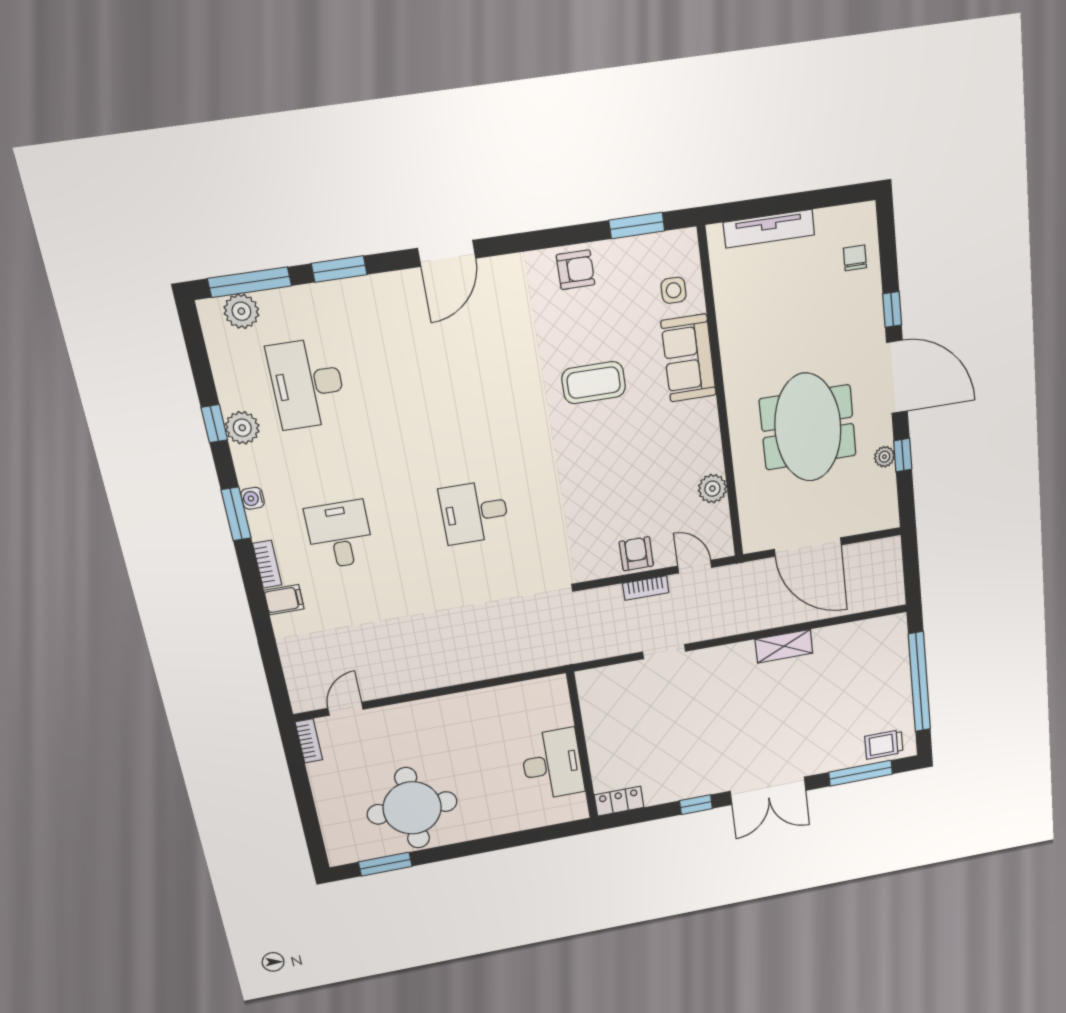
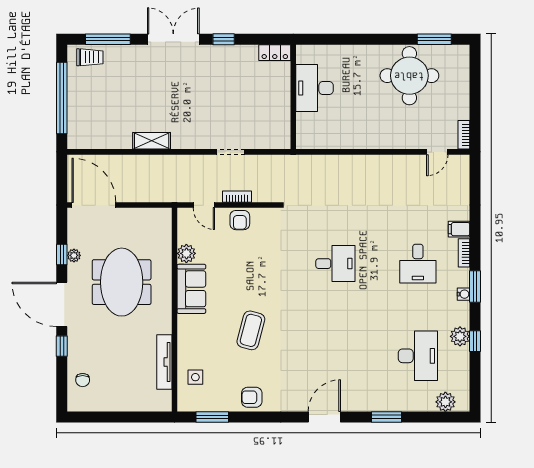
tv unit: (769, 229) -> (164, 362), moved, turned -90
window: (250, 282) -> (437, 417), removed
sofa: (689, 358) -> (191, 289), moved
coffee table: (594, 383) -> (251, 330), turned -75
door: (808, 547) -> (94, 205), moved

